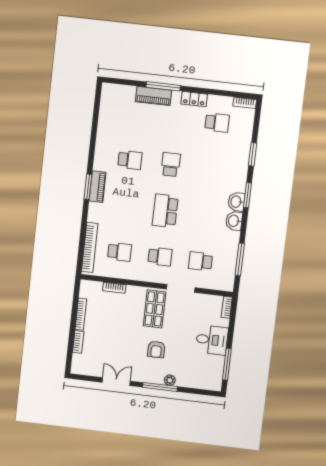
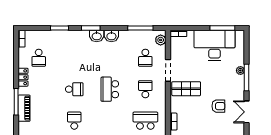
school desk: (217, 123) -> (39, 58), turned 180
school desk: (171, 165) -> (74, 89), turned 180
school desk: (165, 211) -> (110, 89), turned 90
school desk: (120, 252) -> (145, 121), width x1.85
plant: (221, 284) -> (161, 40), added
desk: (212, 340) -> (215, 45), width x1.87, depth x1.30
armchair: (156, 349) -> (218, 106), moved

